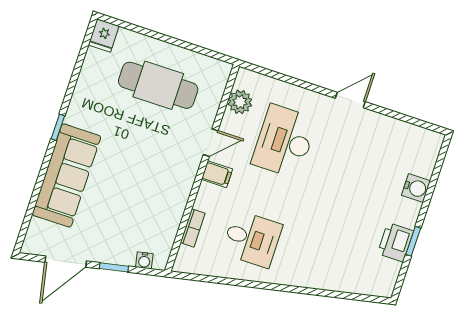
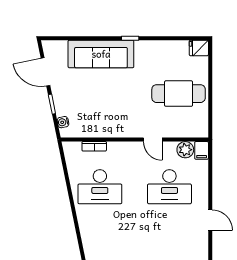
cafe table: (158, 85) -> (179, 94), turned 90
desk: (284, 141) -> (169, 187), turned 180
filing cabinet: (217, 174) -> (202, 150), moved
desk: (252, 239) -> (100, 187), width x1.37

